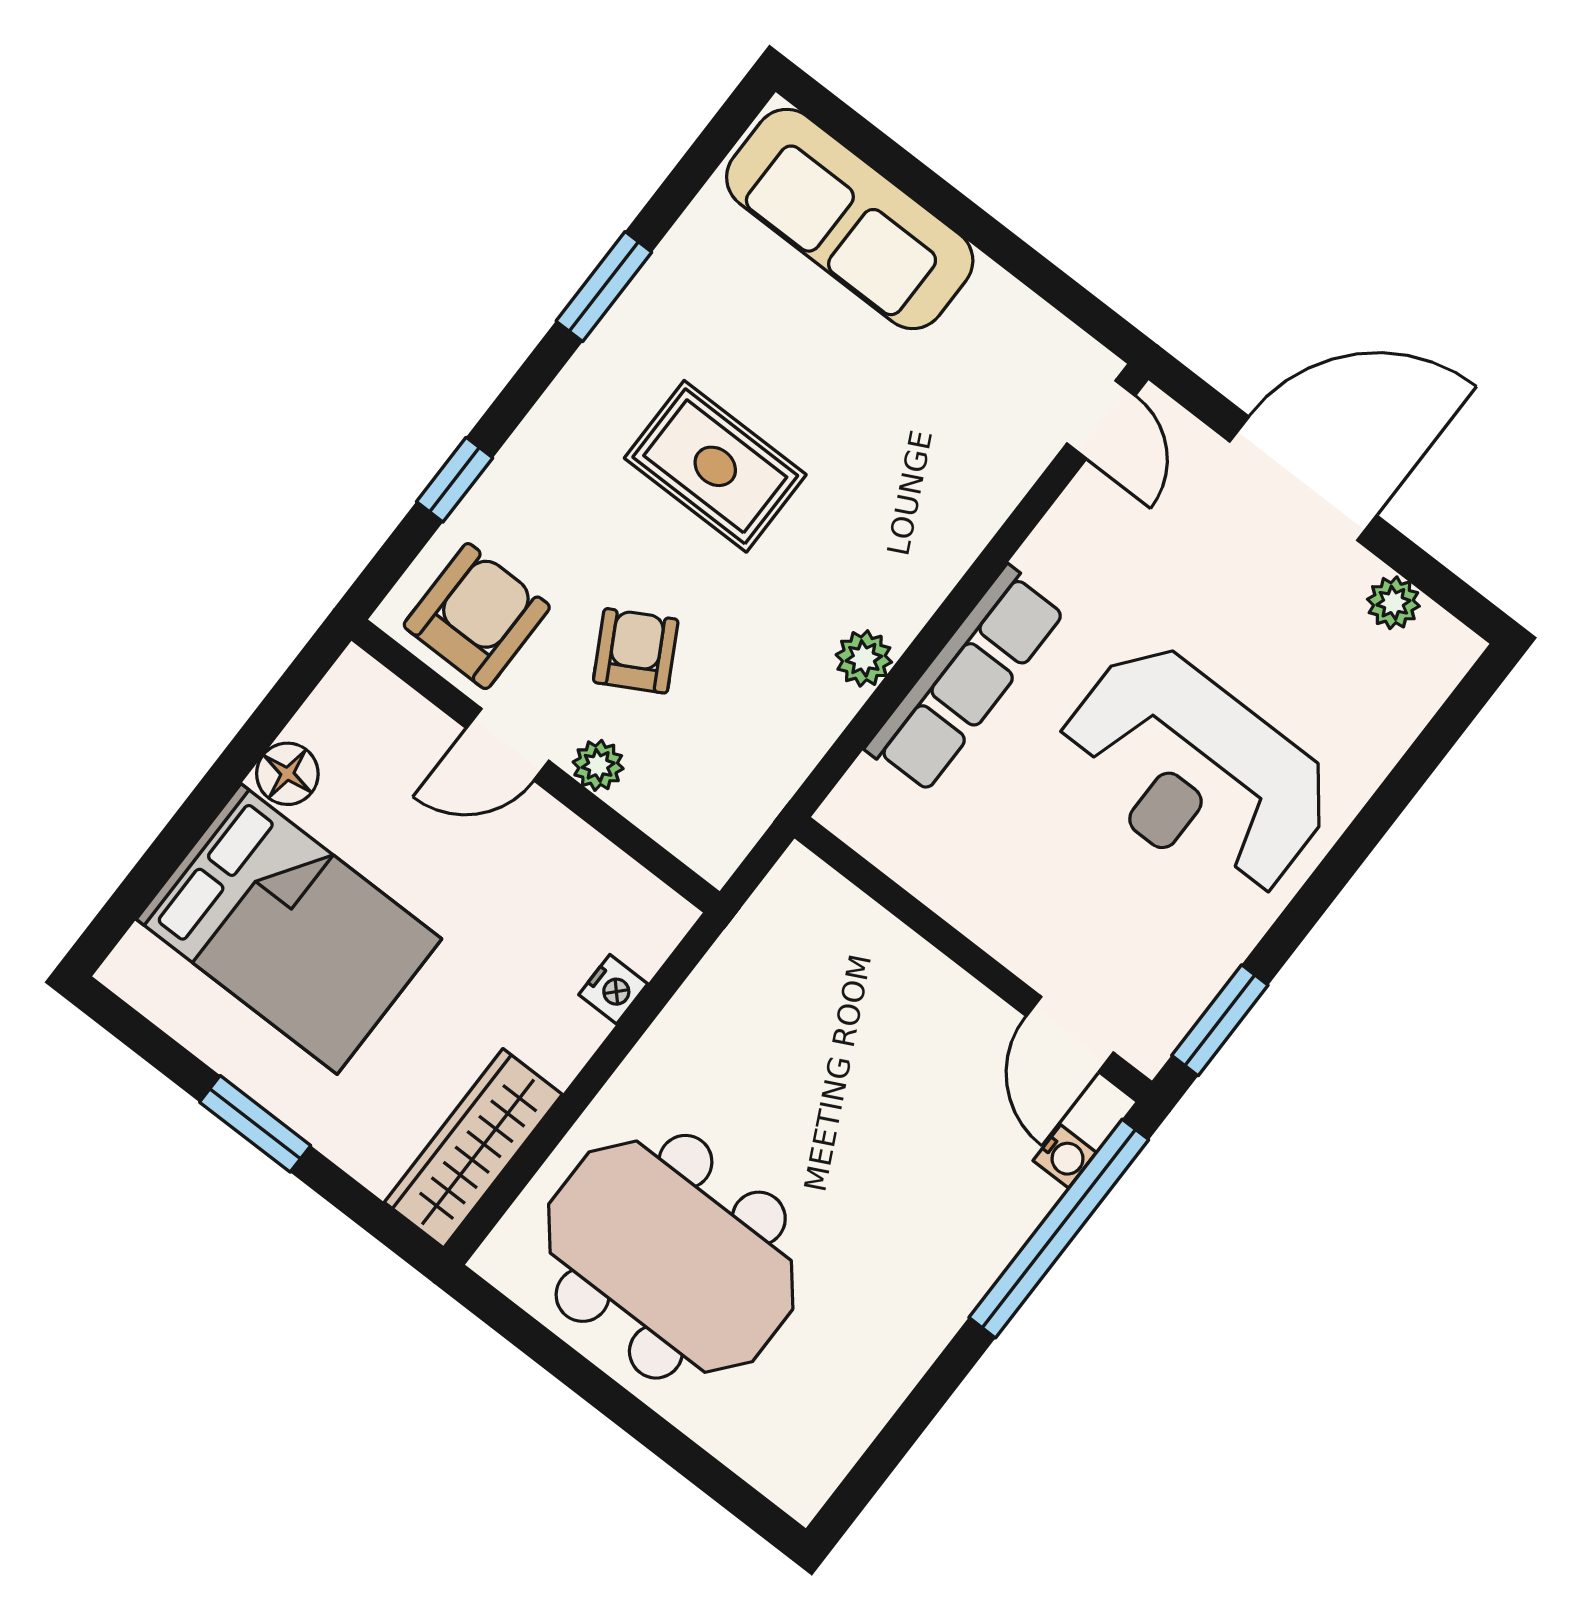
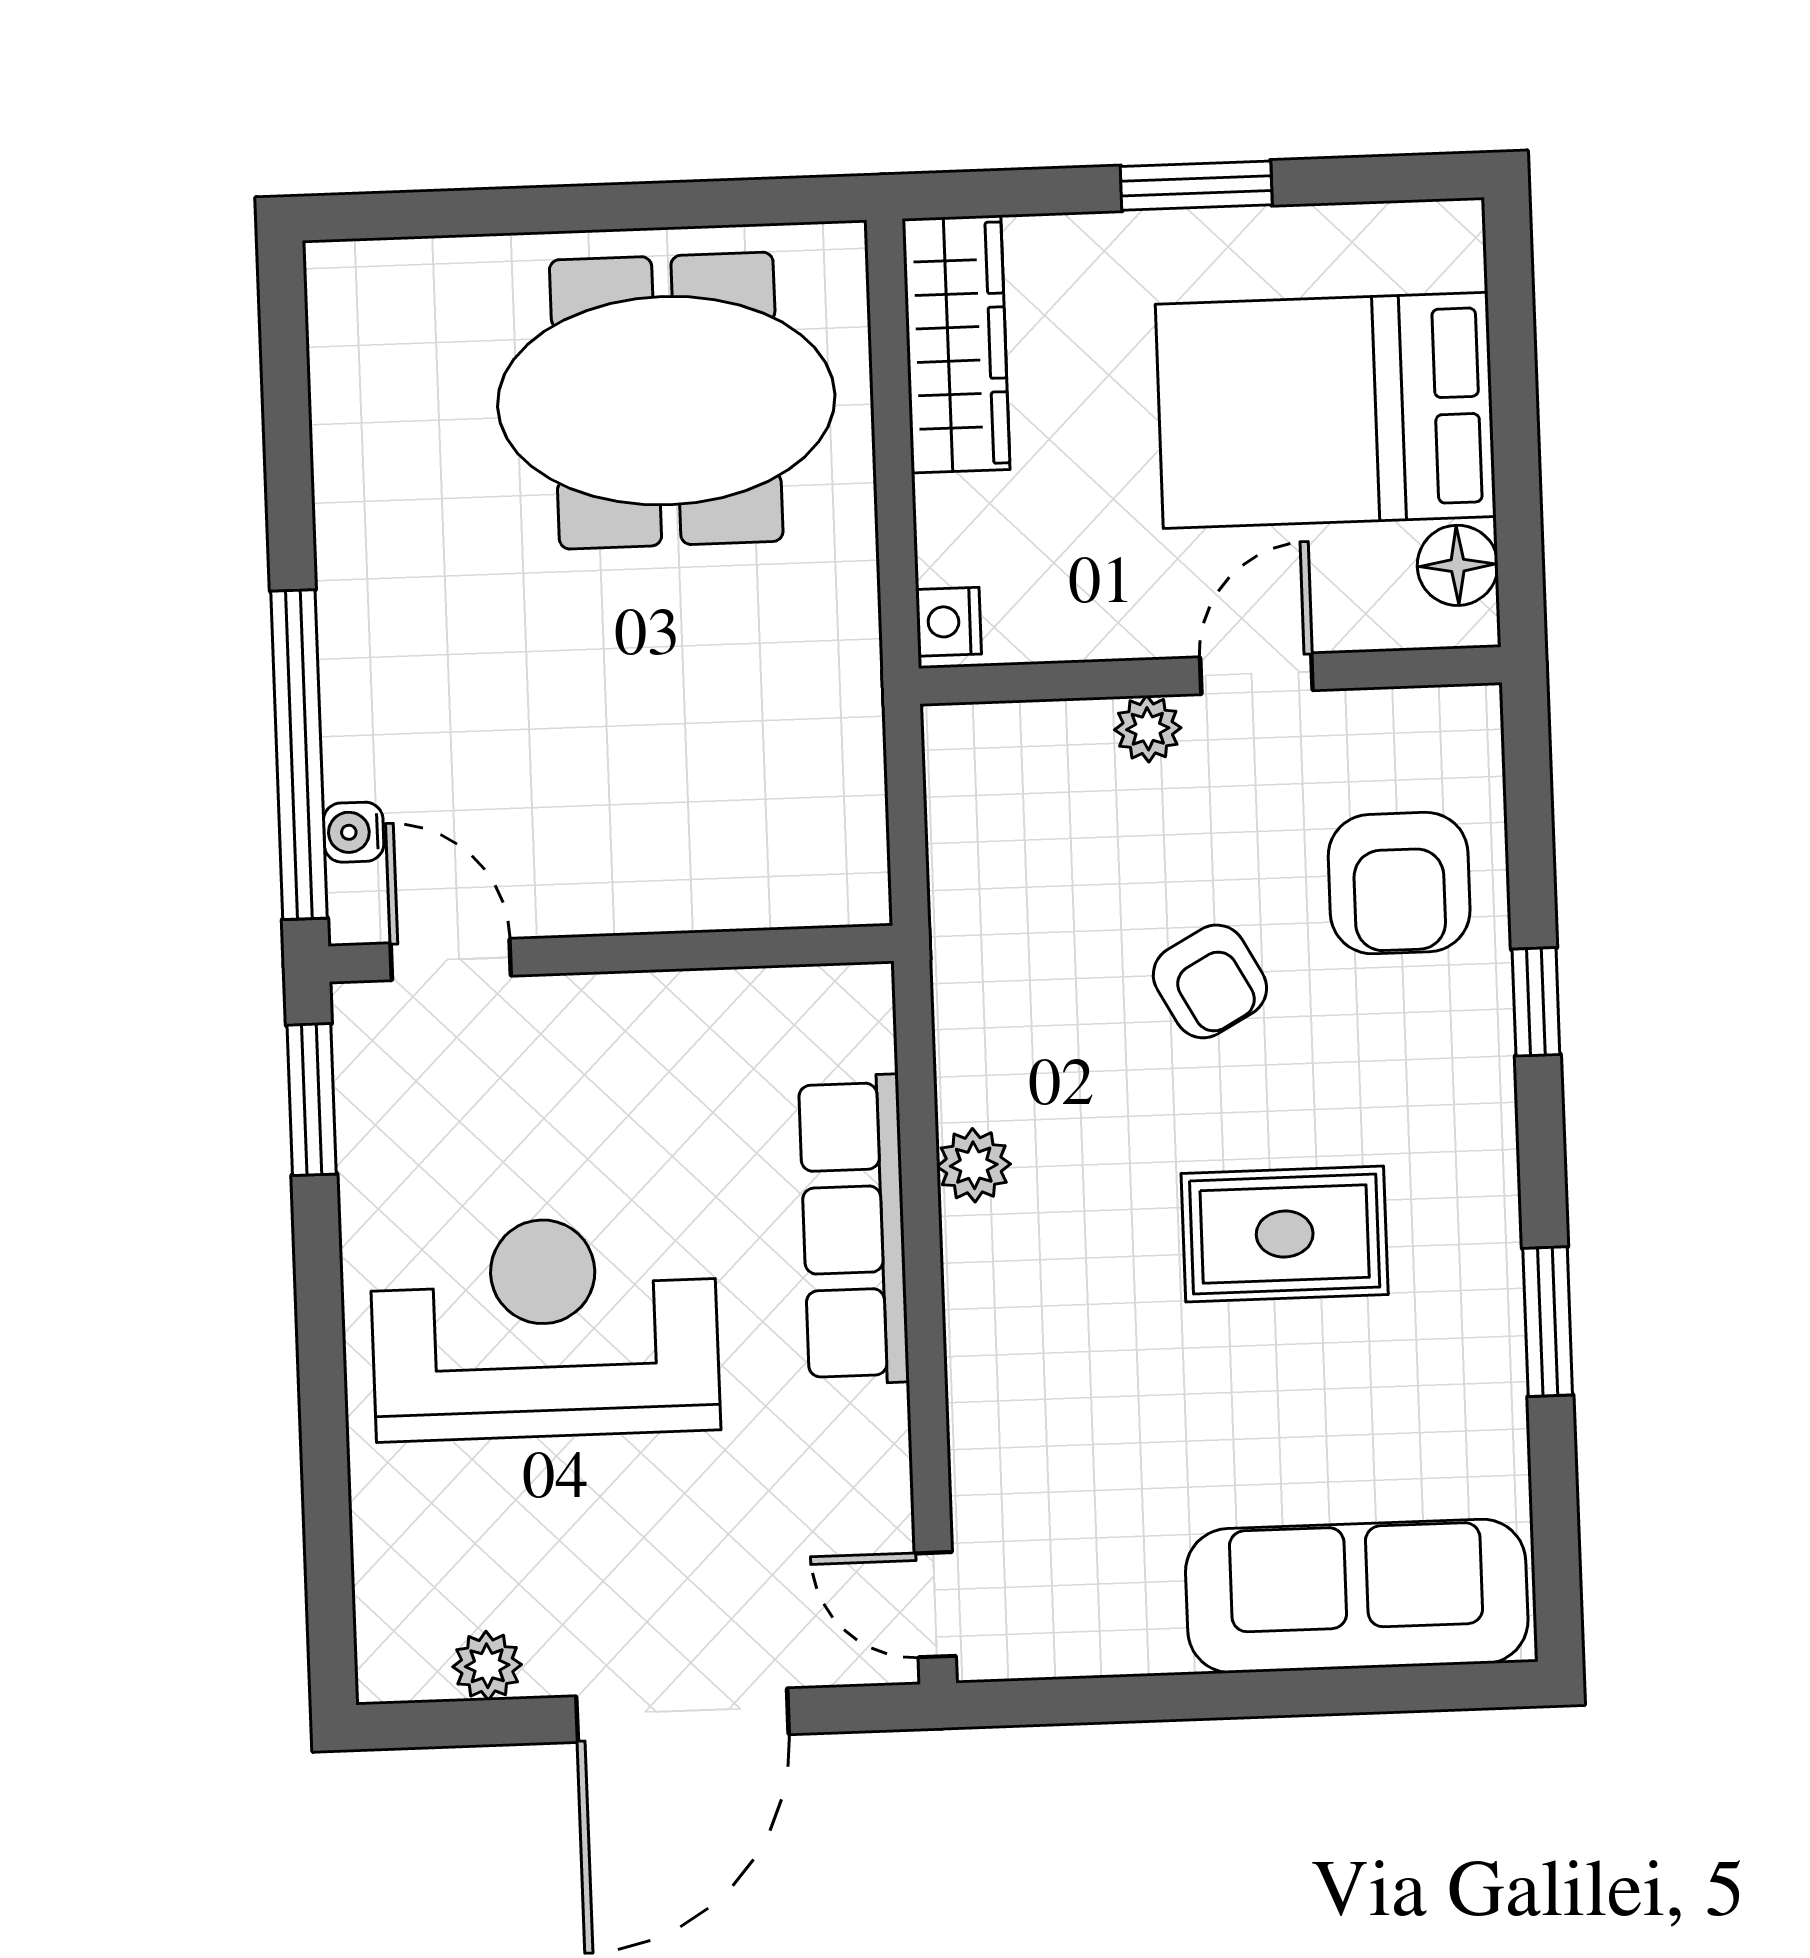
door: (508, 744) -> (1256, 674), moved
plant: (598, 765) -> (1148, 729), moved
wall: (535, 766) -> (1210, 675), moved

